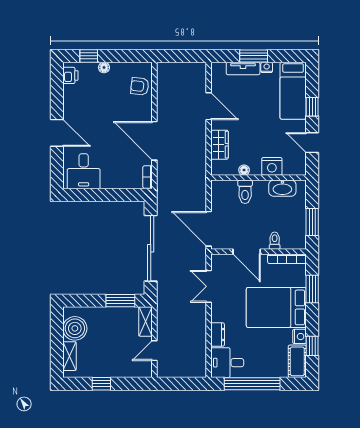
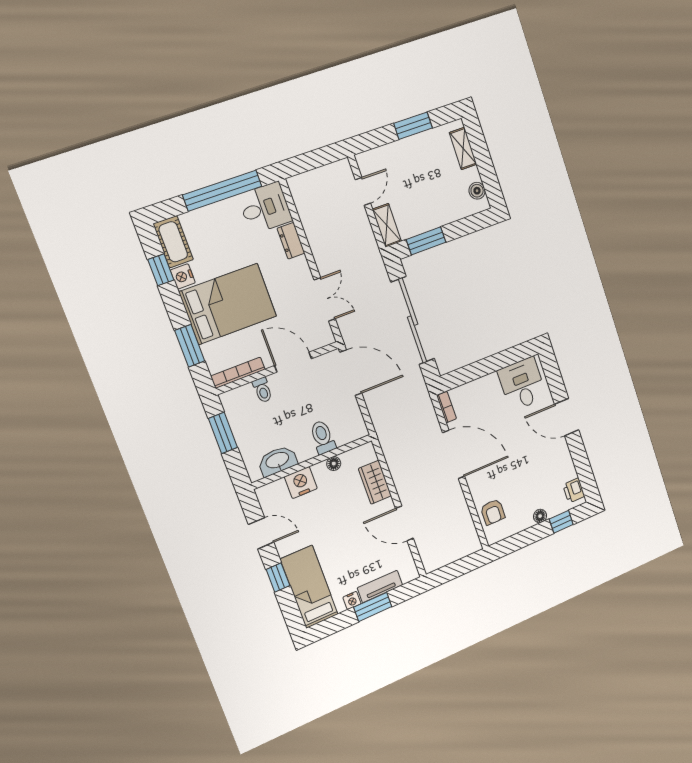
armchair: (140, 86) -> (493, 512), turned 84
boiler: (75, 328) -> (477, 191), width x0.54, depth x0.54
window: (101, 384) -> (413, 126), width x1.50

